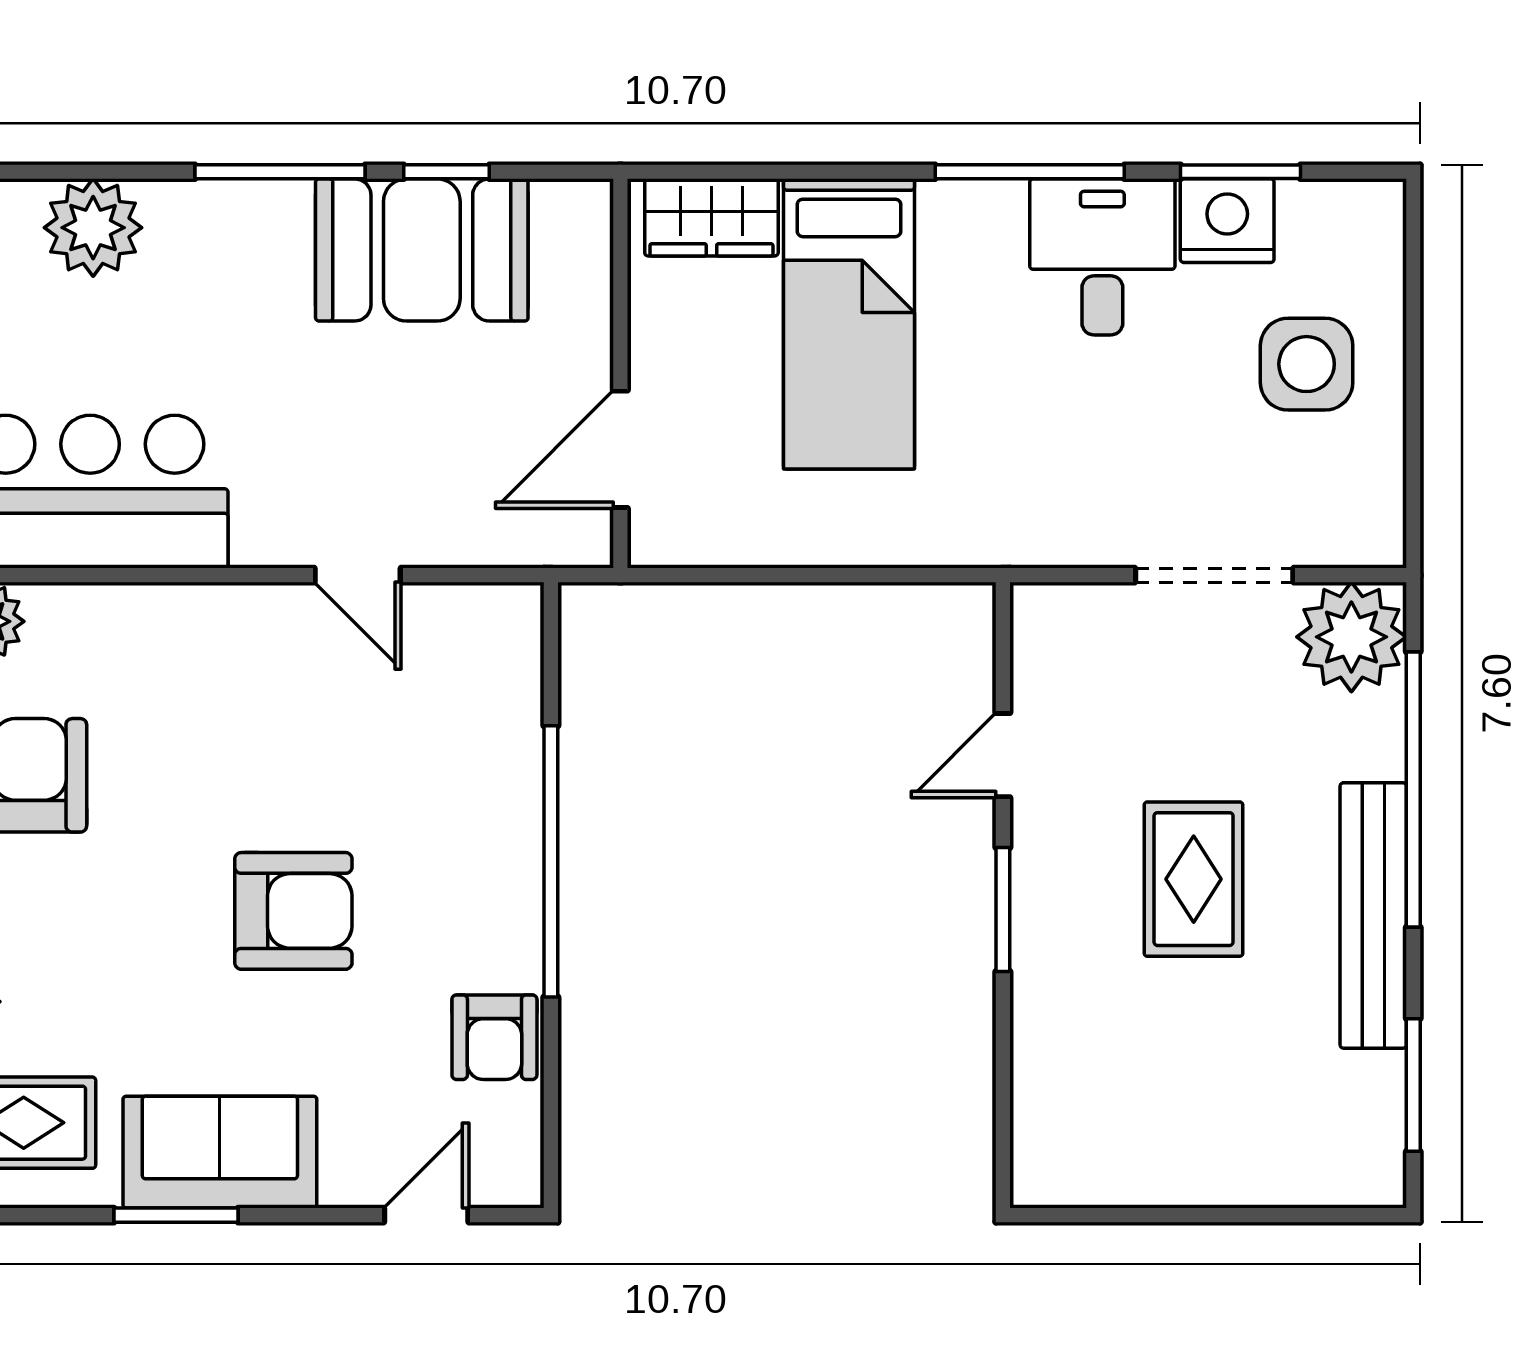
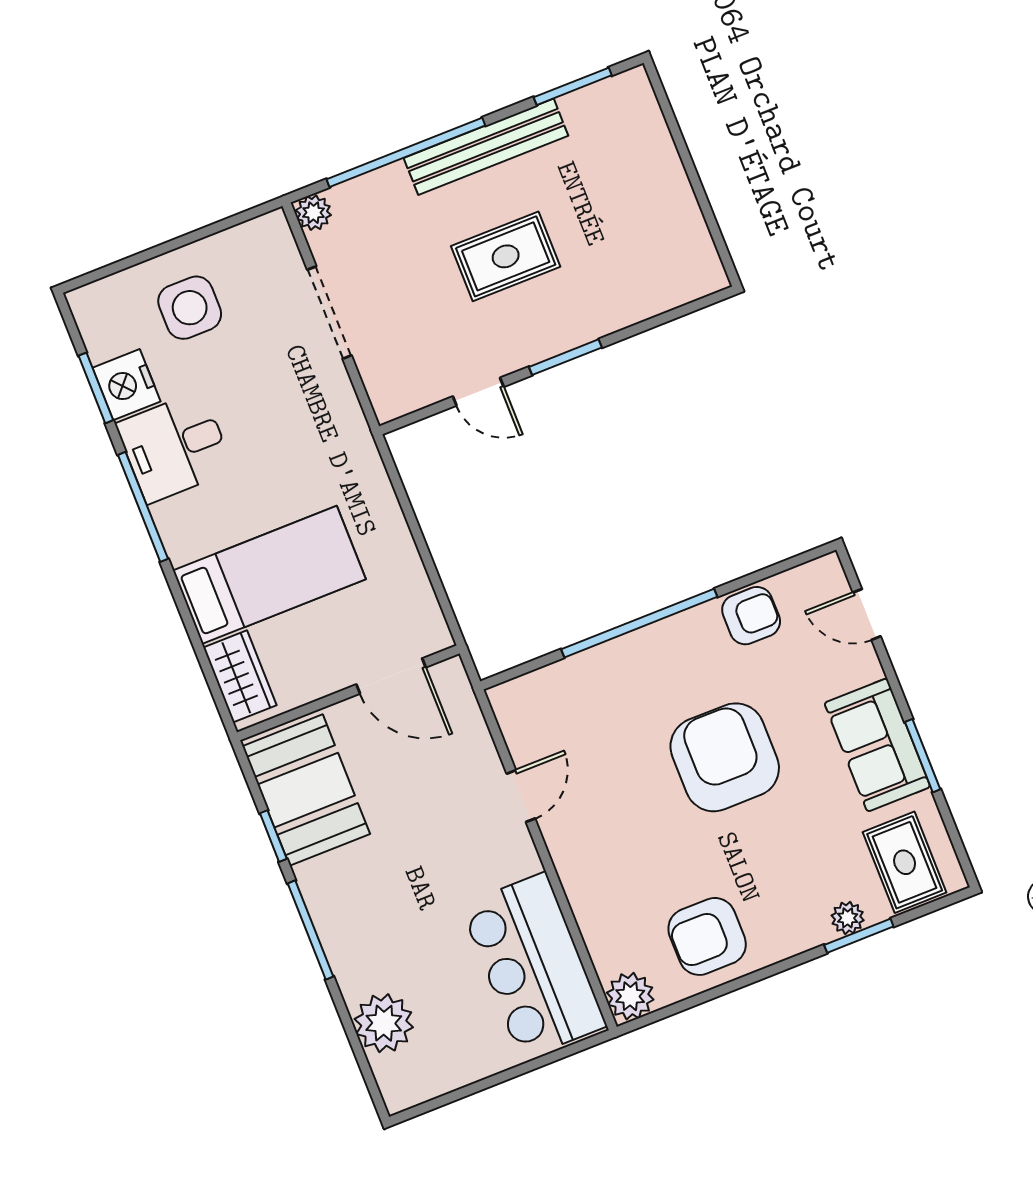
booth: (422, 250) -> (306, 790), moved
plant: (1351, 637) -> (313, 213), width x0.53, depth x0.53
armchair: (293, 911) -> (725, 757), width x1.36, depth x1.36

